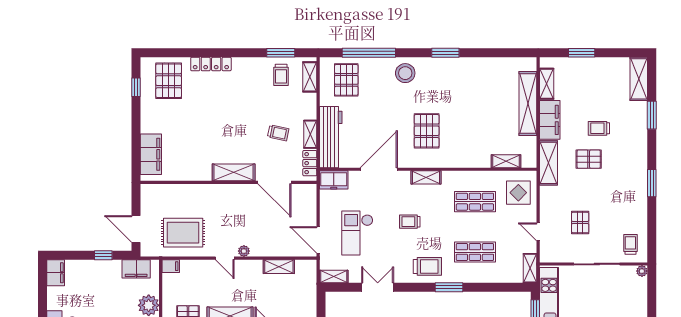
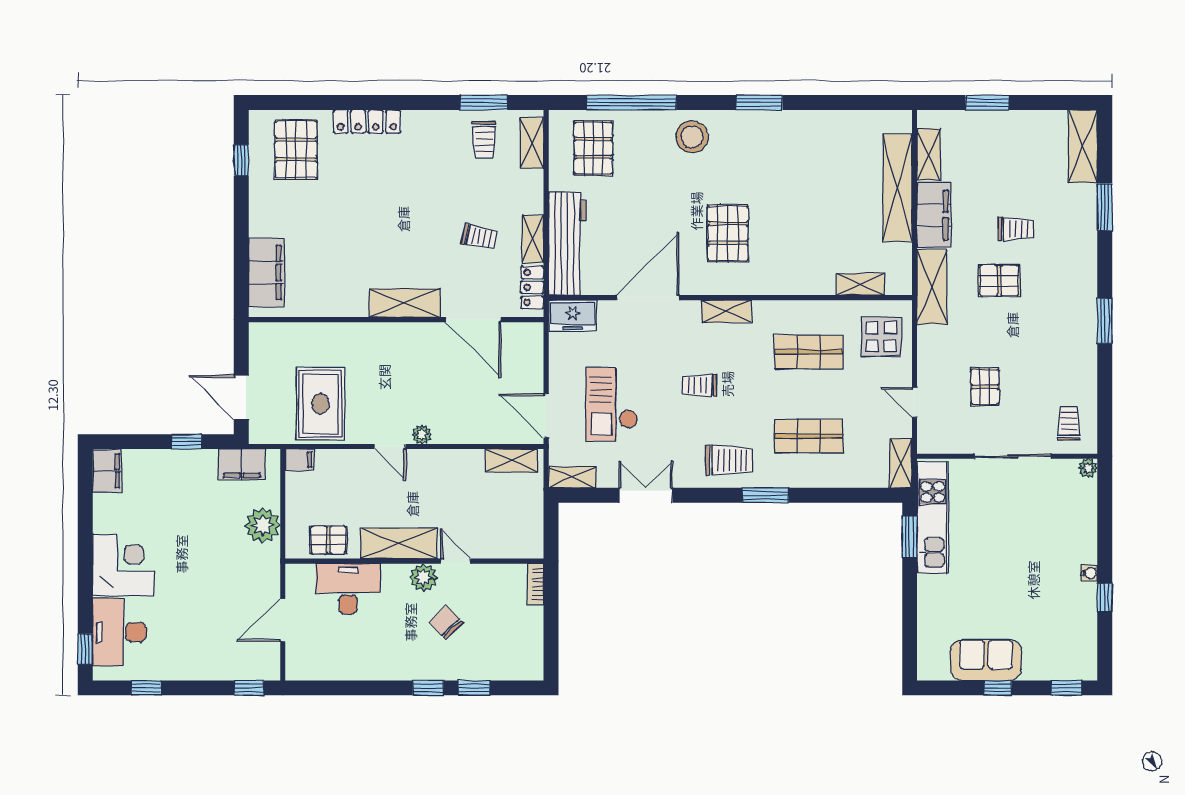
trolley: (599, 128) -> (1016, 229), turned 180
rug: (183, 233) -> (320, 404), turned 90
shelving: (279, 267) -> (511, 461), moved

